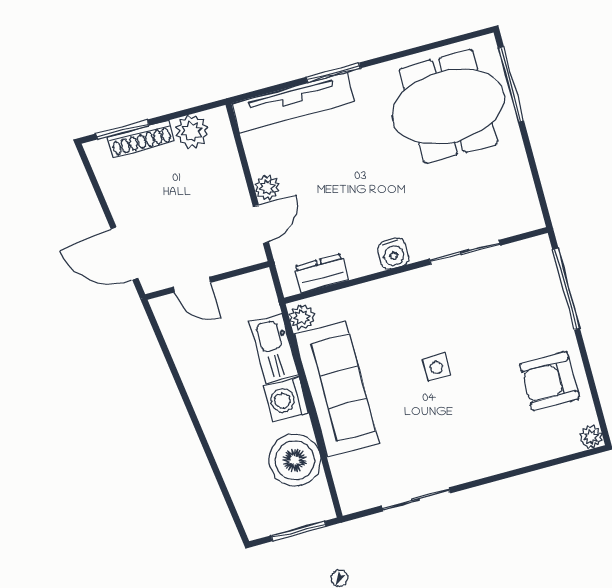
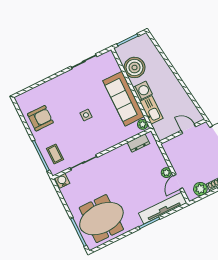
door: (261, 224) -> (178, 182), moved
water cooler: (393, 254) -> (62, 181), moved
coffee table: (531, 287) -> (55, 154), added
plant: (591, 437) -> (20, 99), removed

